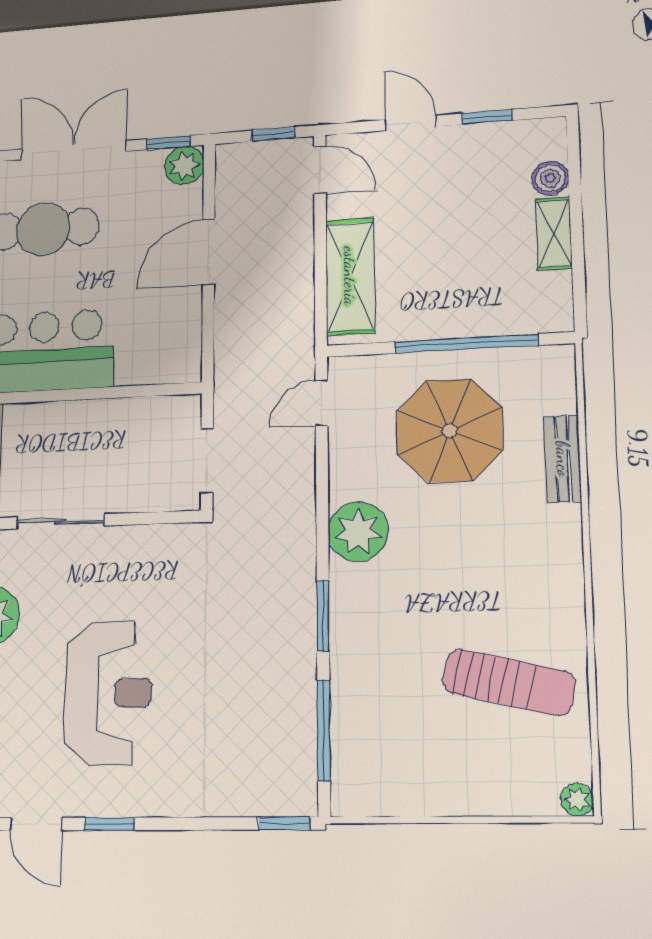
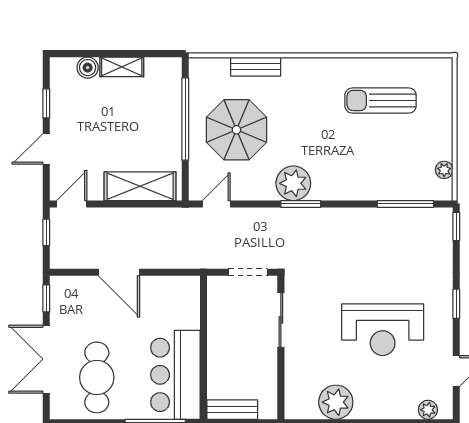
plant: (184, 165) -> (62, 288), removed
door: (322, 403) -> (216, 204), swing flipped
sliding door: (60, 521) -> (281, 320), moved
window: (323, 616) -> (301, 204), moved
sun lounger: (509, 682) -> (381, 100), turned -103
reception desk: (108, 693) -> (383, 330), turned 180
plant: (577, 800) -> (444, 170), moved
window: (110, 824) -> (456, 304), moved

